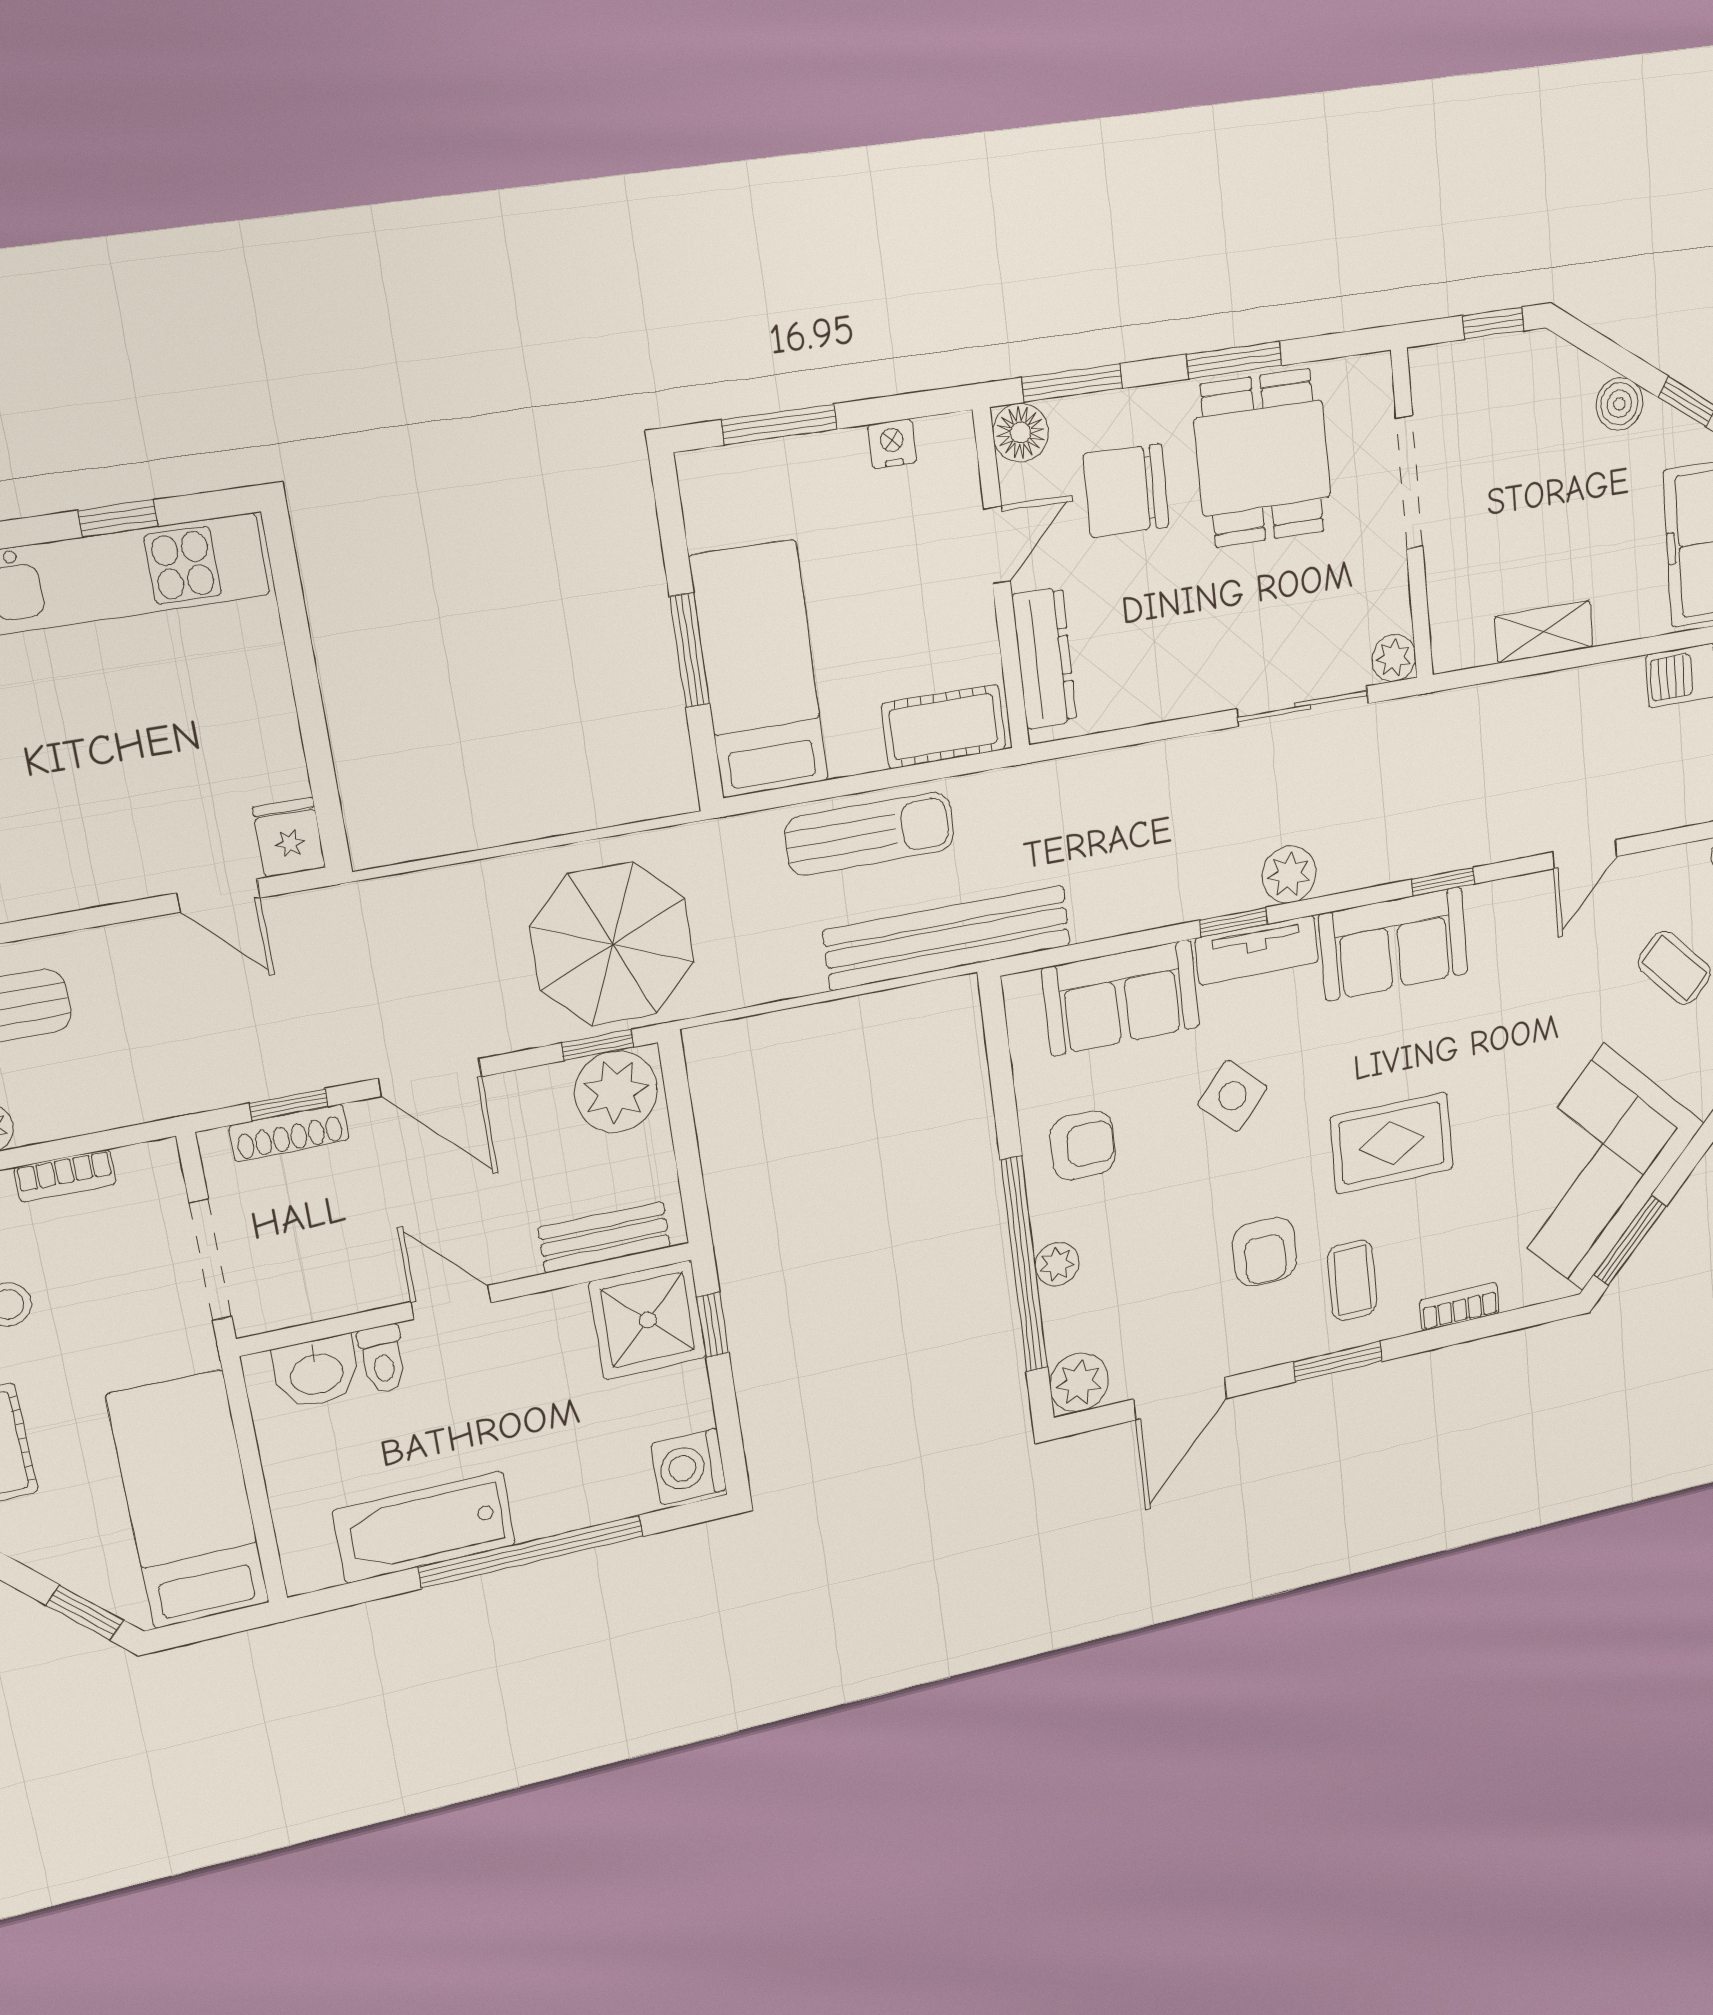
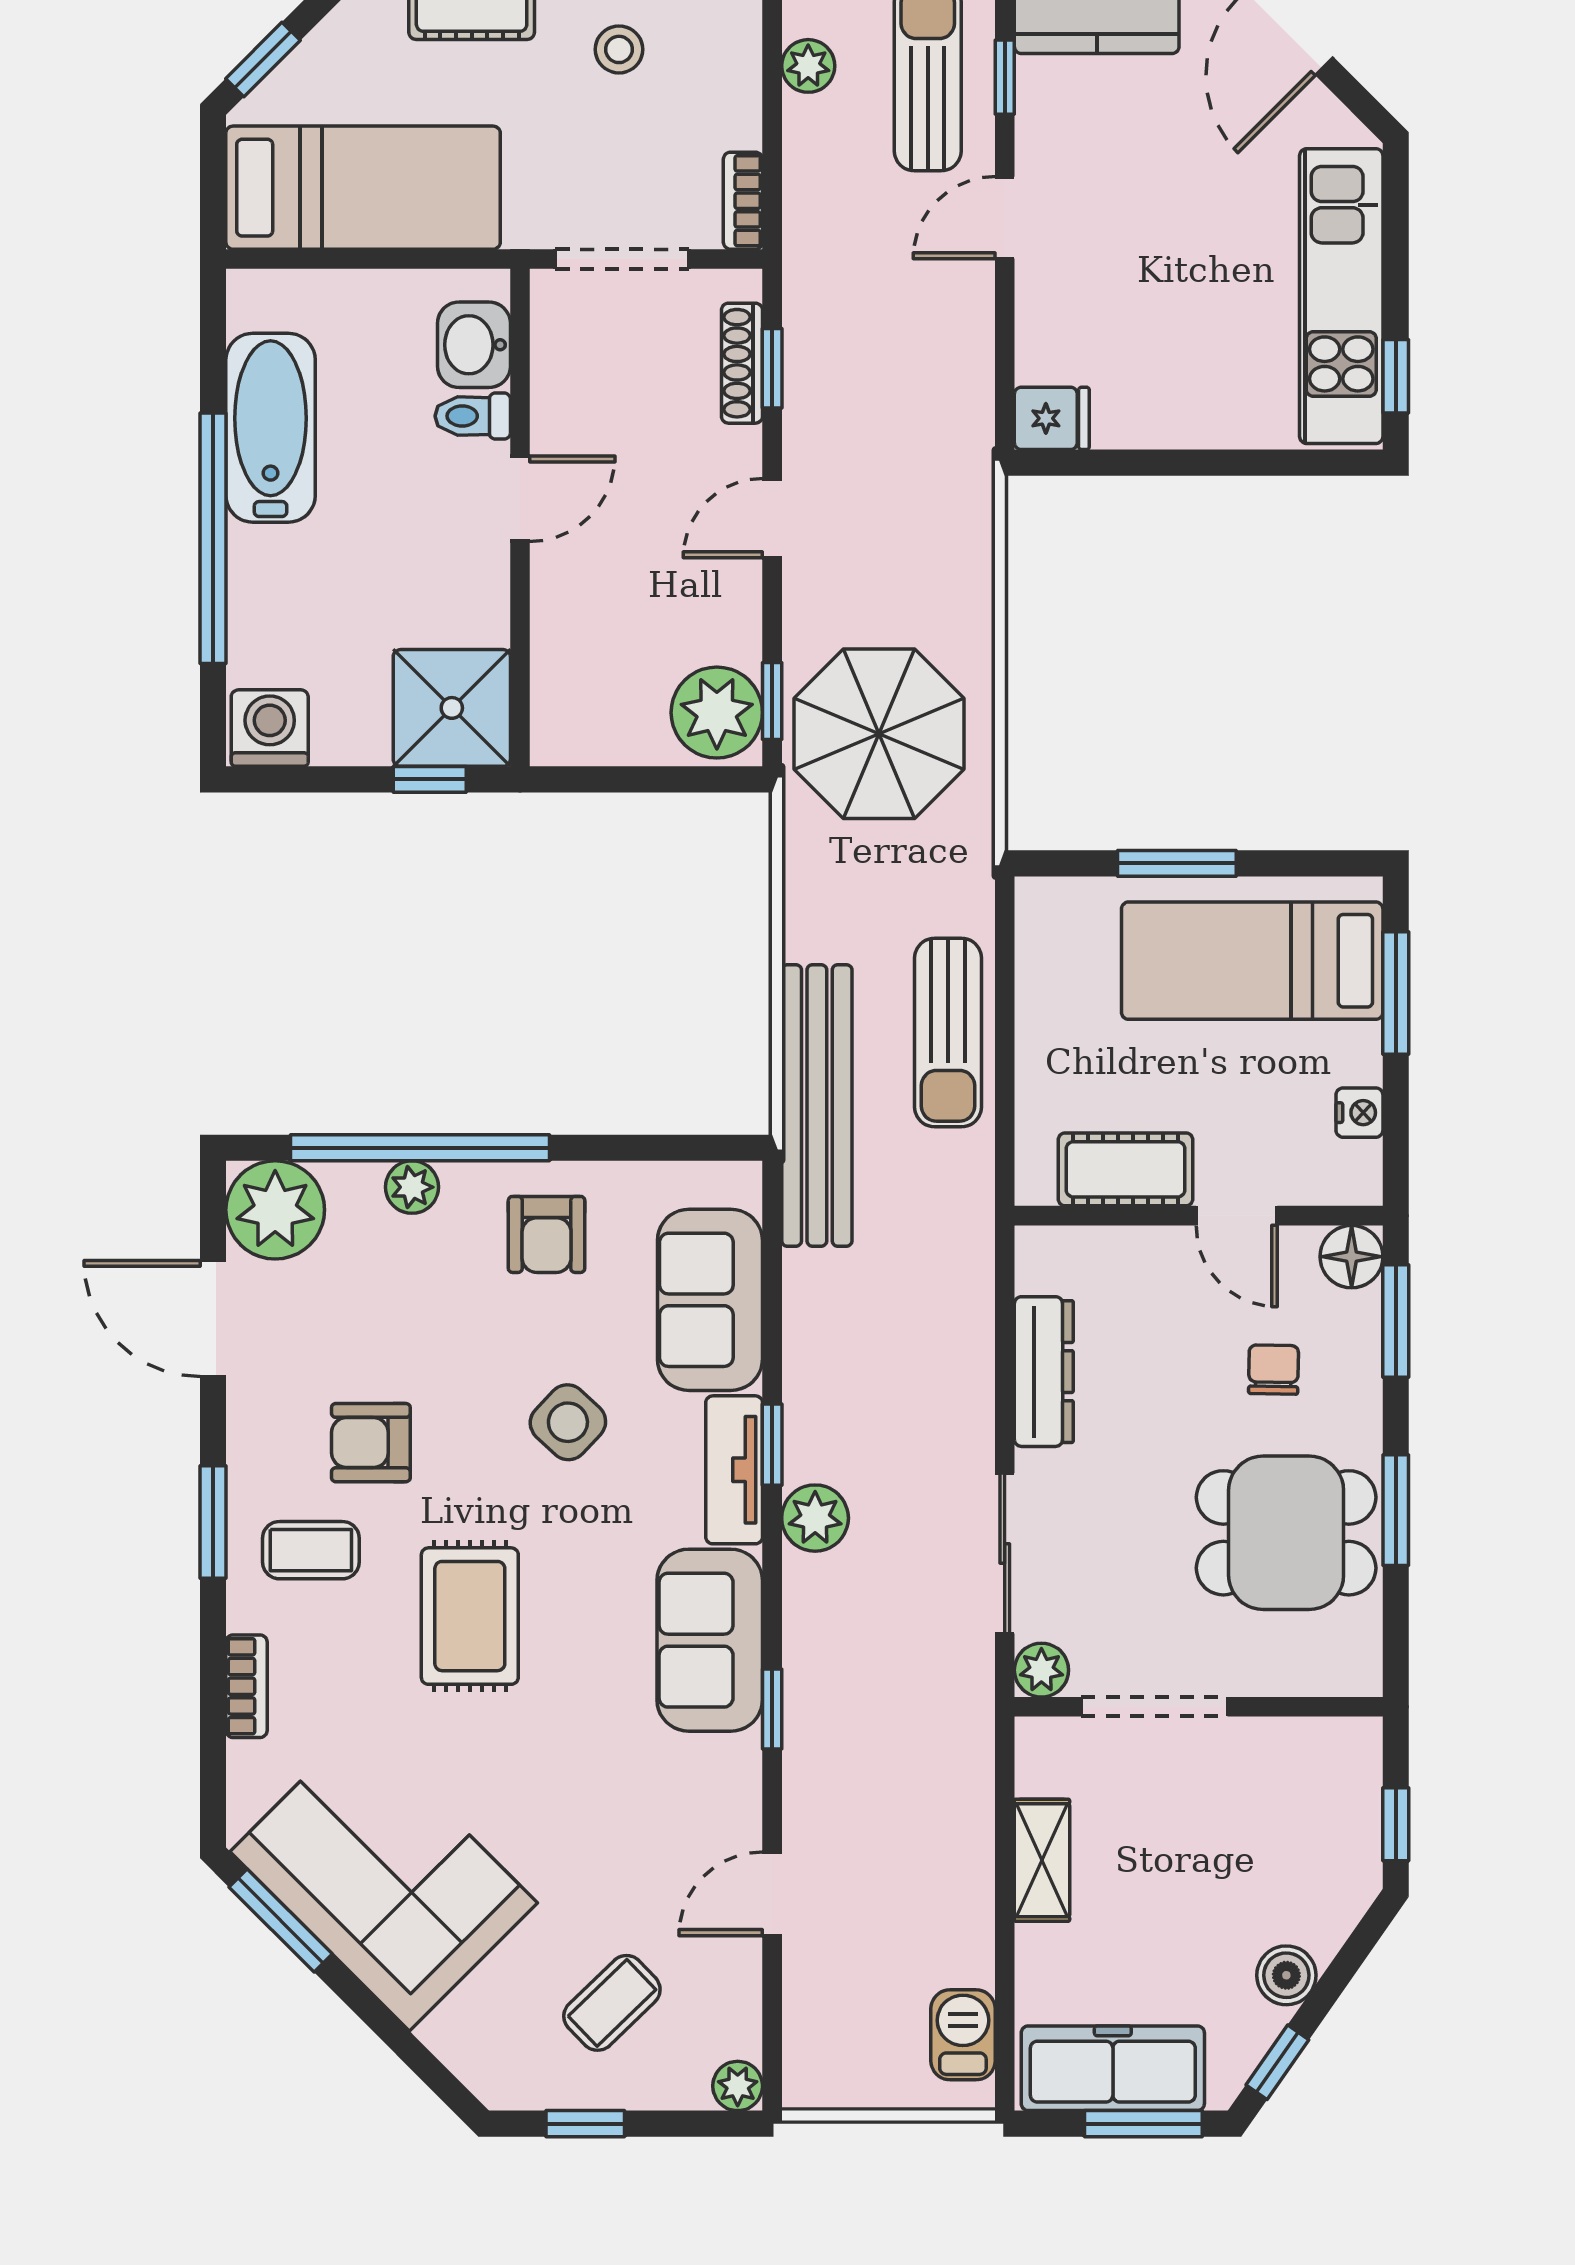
doorway: (1409, 482) -> (1154, 1707), moved
chair: (1126, 491) -> (1274, 1370), width x0.54, depth x0.54
window: (118, 518) -> (1396, 376), moved
dresser: (1044, 658) -> (1044, 1372), moved, turned -90
bed: (759, 669) -> (1252, 961), moved, turned 180
cot: (944, 726) -> (1125, 1169), moved, turned 90
door: (1585, 854) -> (772, 1894), hinge flipped
door: (218, 896) -> (1005, 218), moved
door: (430, 1077) -> (772, 518), width x0.73
bookcase: (65, 1176) -> (743, 201), moved
bench: (604, 1237) -> (557, 675), removed
plant: (1079, 1383) -> (275, 1210), width x1.36, depth x1.36

